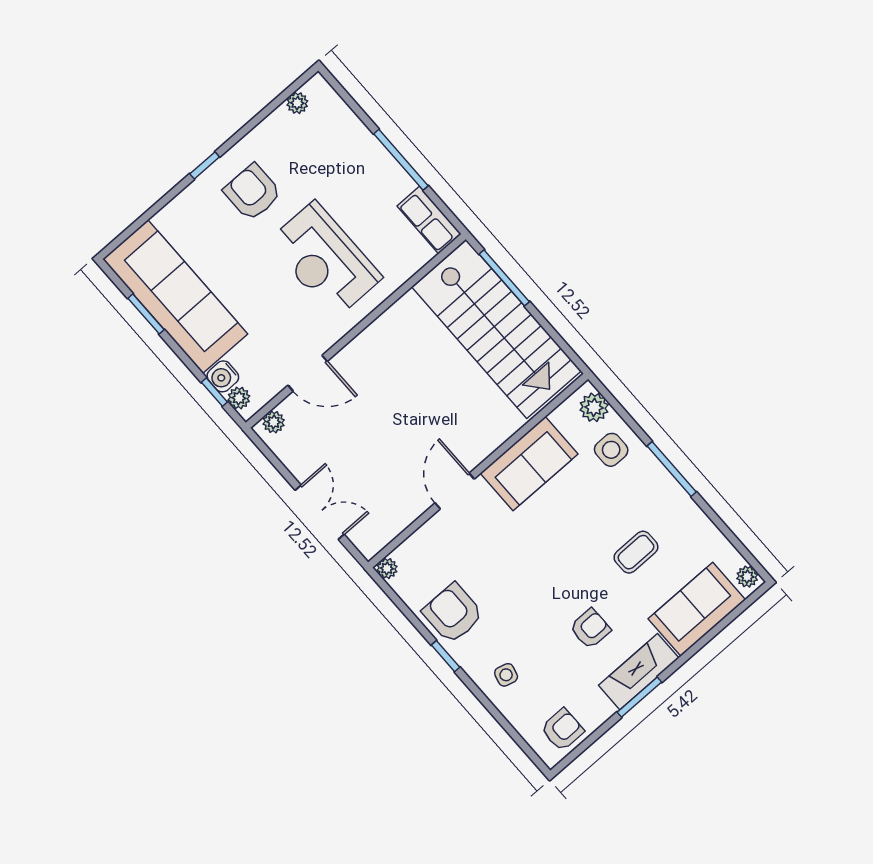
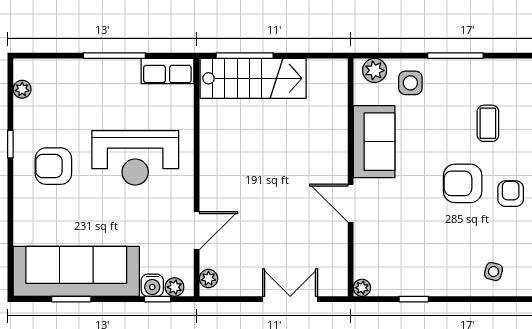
window: (205, 165) -> (10, 144), moved
stairs: (497, 329) -> (253, 78), width x0.73, depth x0.66
armchair: (453, 613) -> (463, 183), moved
window: (445, 656) -> (414, 299), moved

